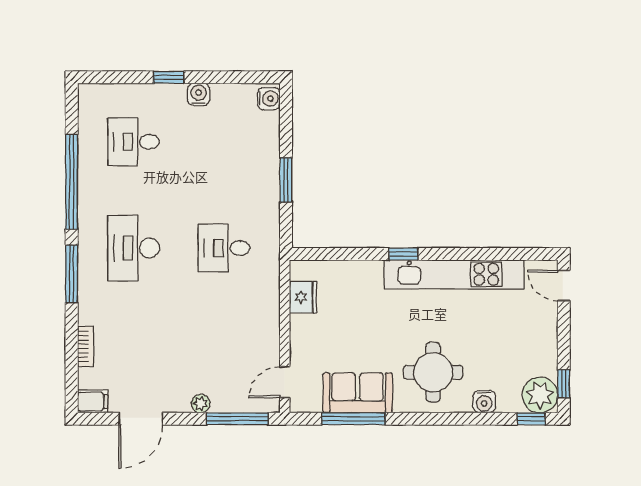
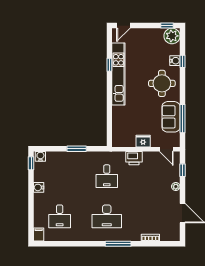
window: (169, 77) -> (31, 163), moved
window: (72, 182) -> (77, 244), removed
window: (403, 254) -> (109, 65), moved
fridge: (303, 297) -> (143, 141), moved
printer: (265, 309) -> (134, 158), added
filing cabinet: (93, 402) -> (39, 234), moved
window: (237, 419) -> (183, 170), width x0.46
window: (531, 419) -> (183, 61), moved

